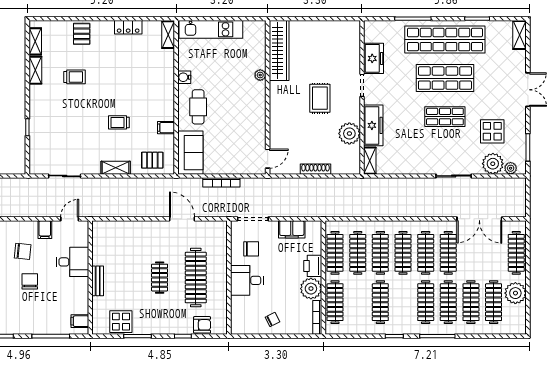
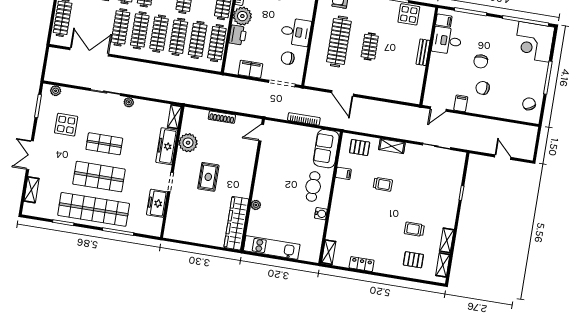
kitchen unit: (211, 29) -> (272, 248), moved
pallet: (82, 34) -> (413, 260), moved, turned 90
shelving: (520, 35) -> (32, 190), moved
plant: (493, 164) -> (129, 102), moved, width x0.53, depth x0.53
desk: (73, 262) -> (447, 41), moved

